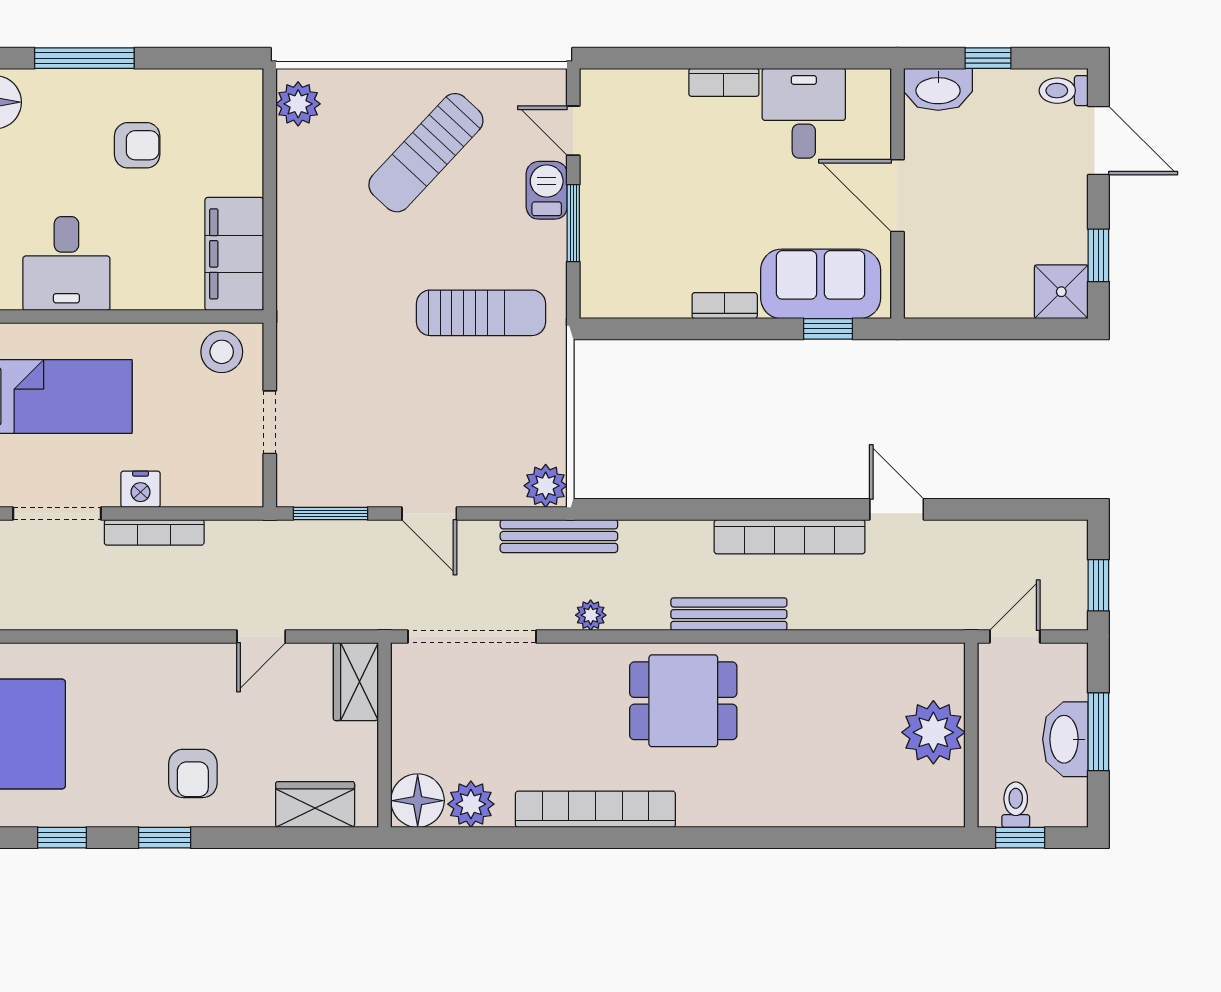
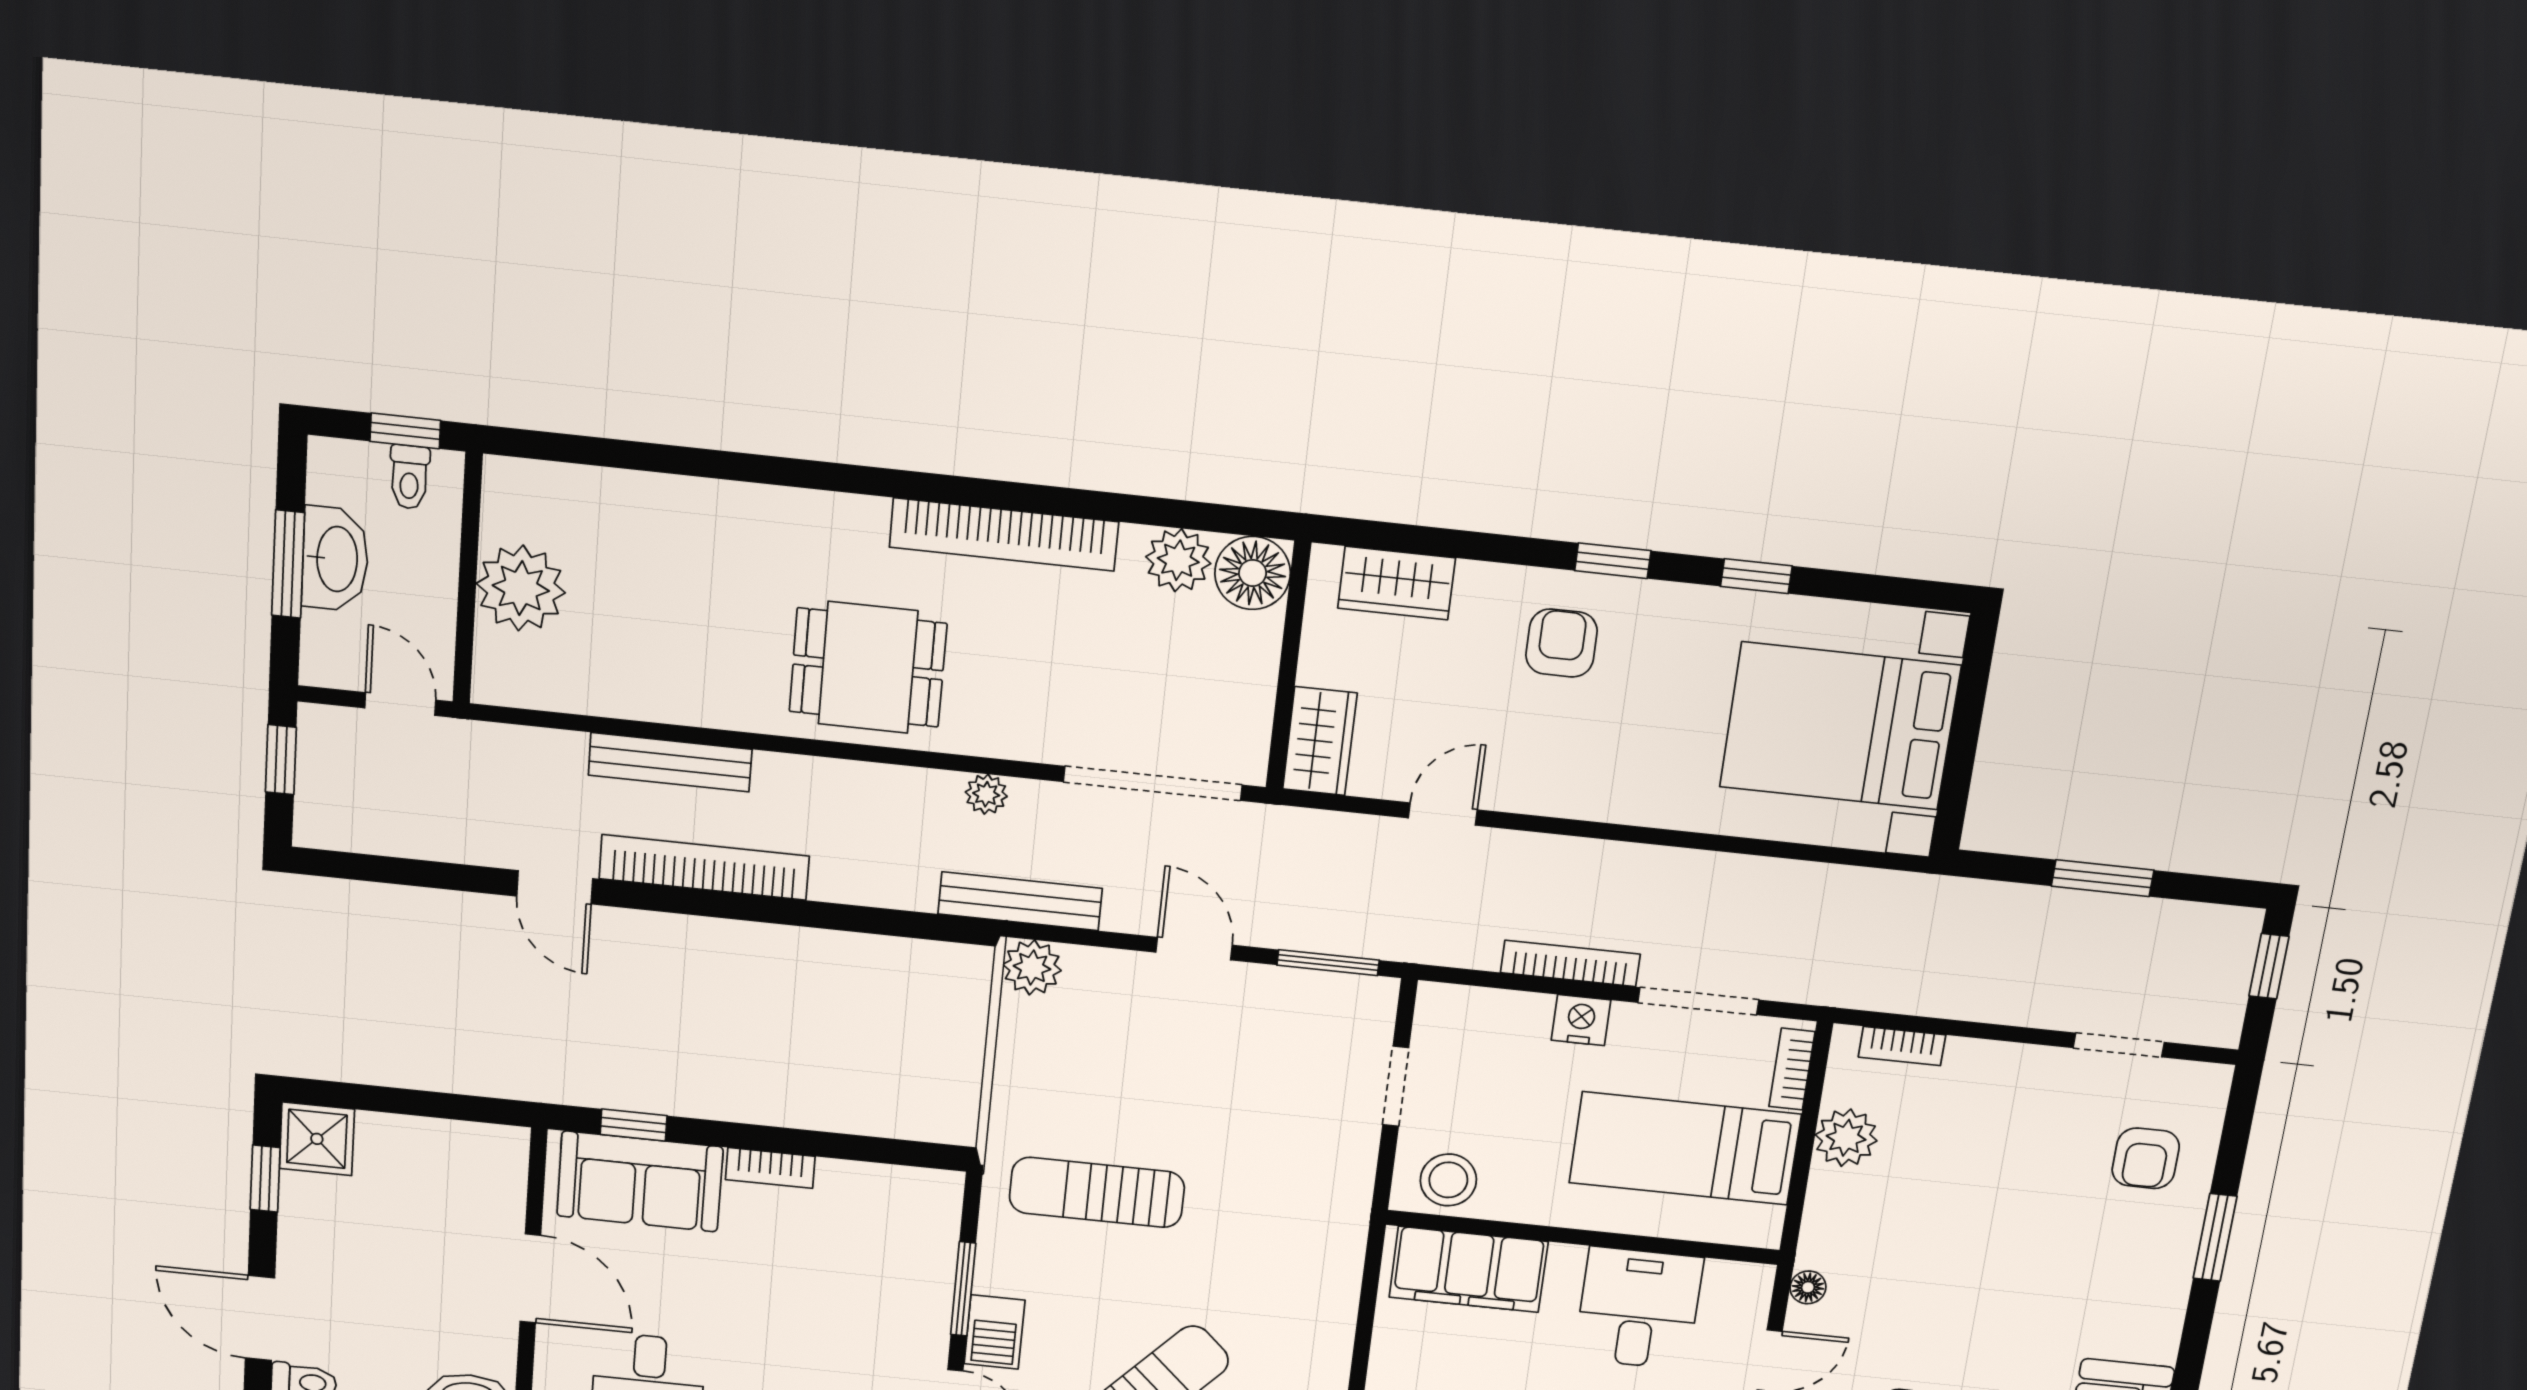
filing cabinet: (234, 254) -> (1469, 1269), moved, turned 90
bench: (729, 614) -> (670, 762), moved
door: (1015, 637) -> (400, 704), swing flipped

